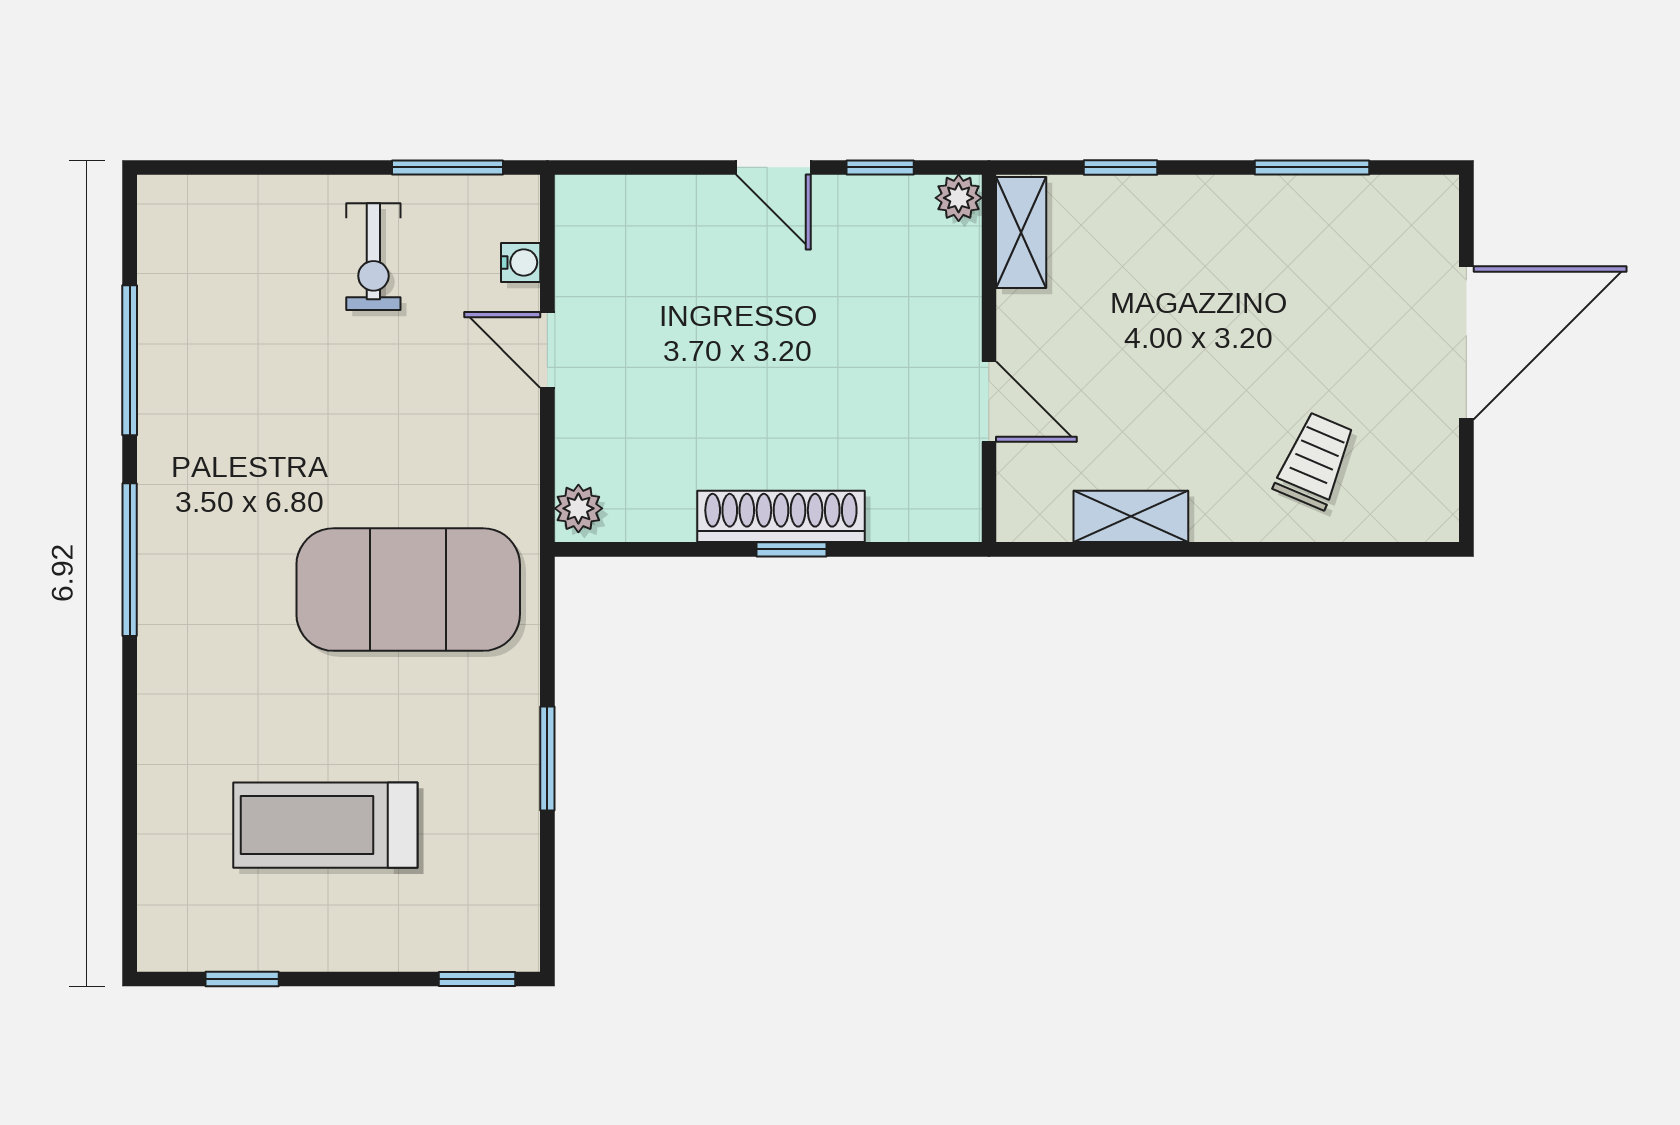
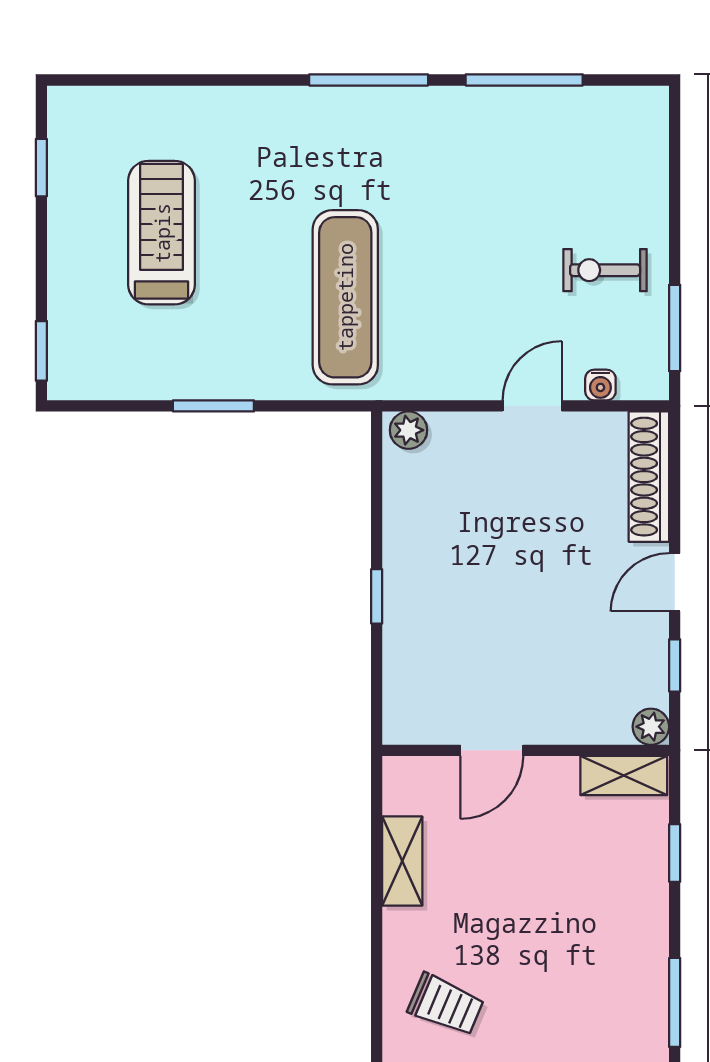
shoe rack: (781, 516) -> (649, 477), moved, turned 180
exercise mat: (408, 590) -> (345, 297), width x0.68

